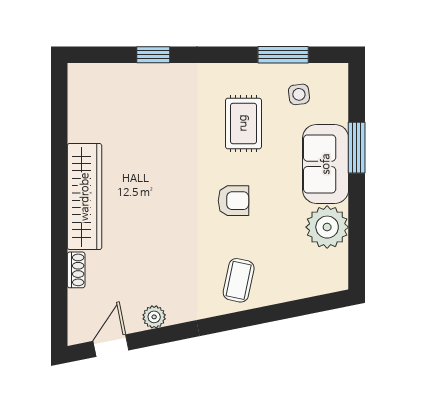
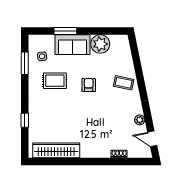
wardrobe: (85, 197) -> (56, 150), moved

